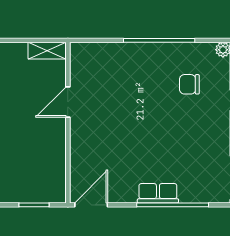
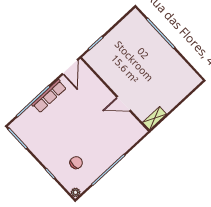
door: (68, 102) -> (124, 104), swing flipped
row of seats: (158, 193) -> (49, 96), width x1.48

